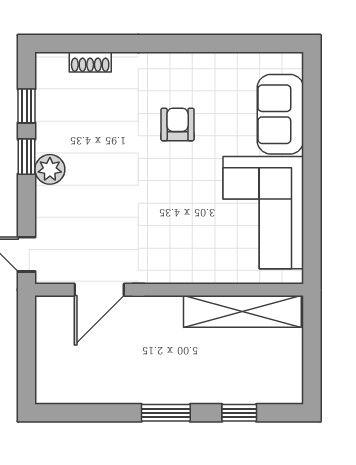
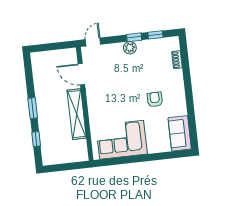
sofa: (280, 114) -> (180, 133), moved, turned -90
armchair: (178, 124) -> (155, 99), turned -90
shelving: (242, 311) -> (77, 114), moved

